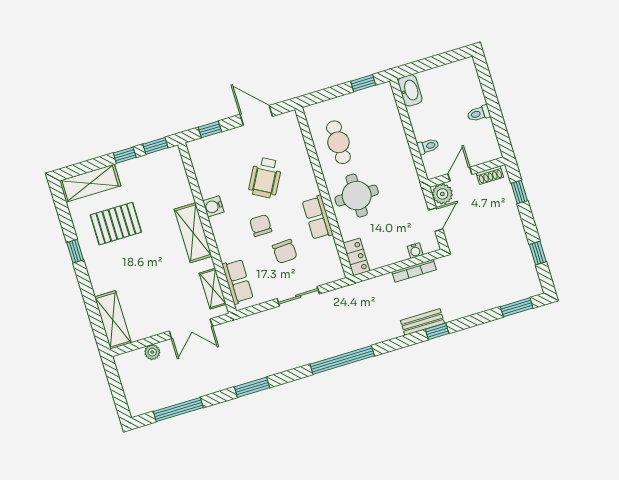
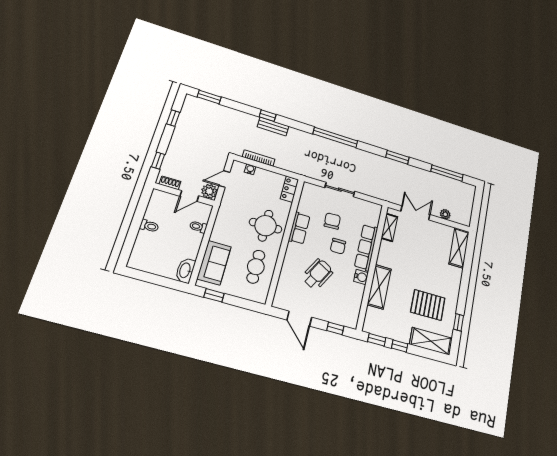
sofa: (386, 118) -> (214, 263), added
shelving: (193, 233) -> (379, 287), moved
window: (75, 251) -> (459, 322), moved
row of seats: (238, 281) -> (366, 247), moved, width x1.48

